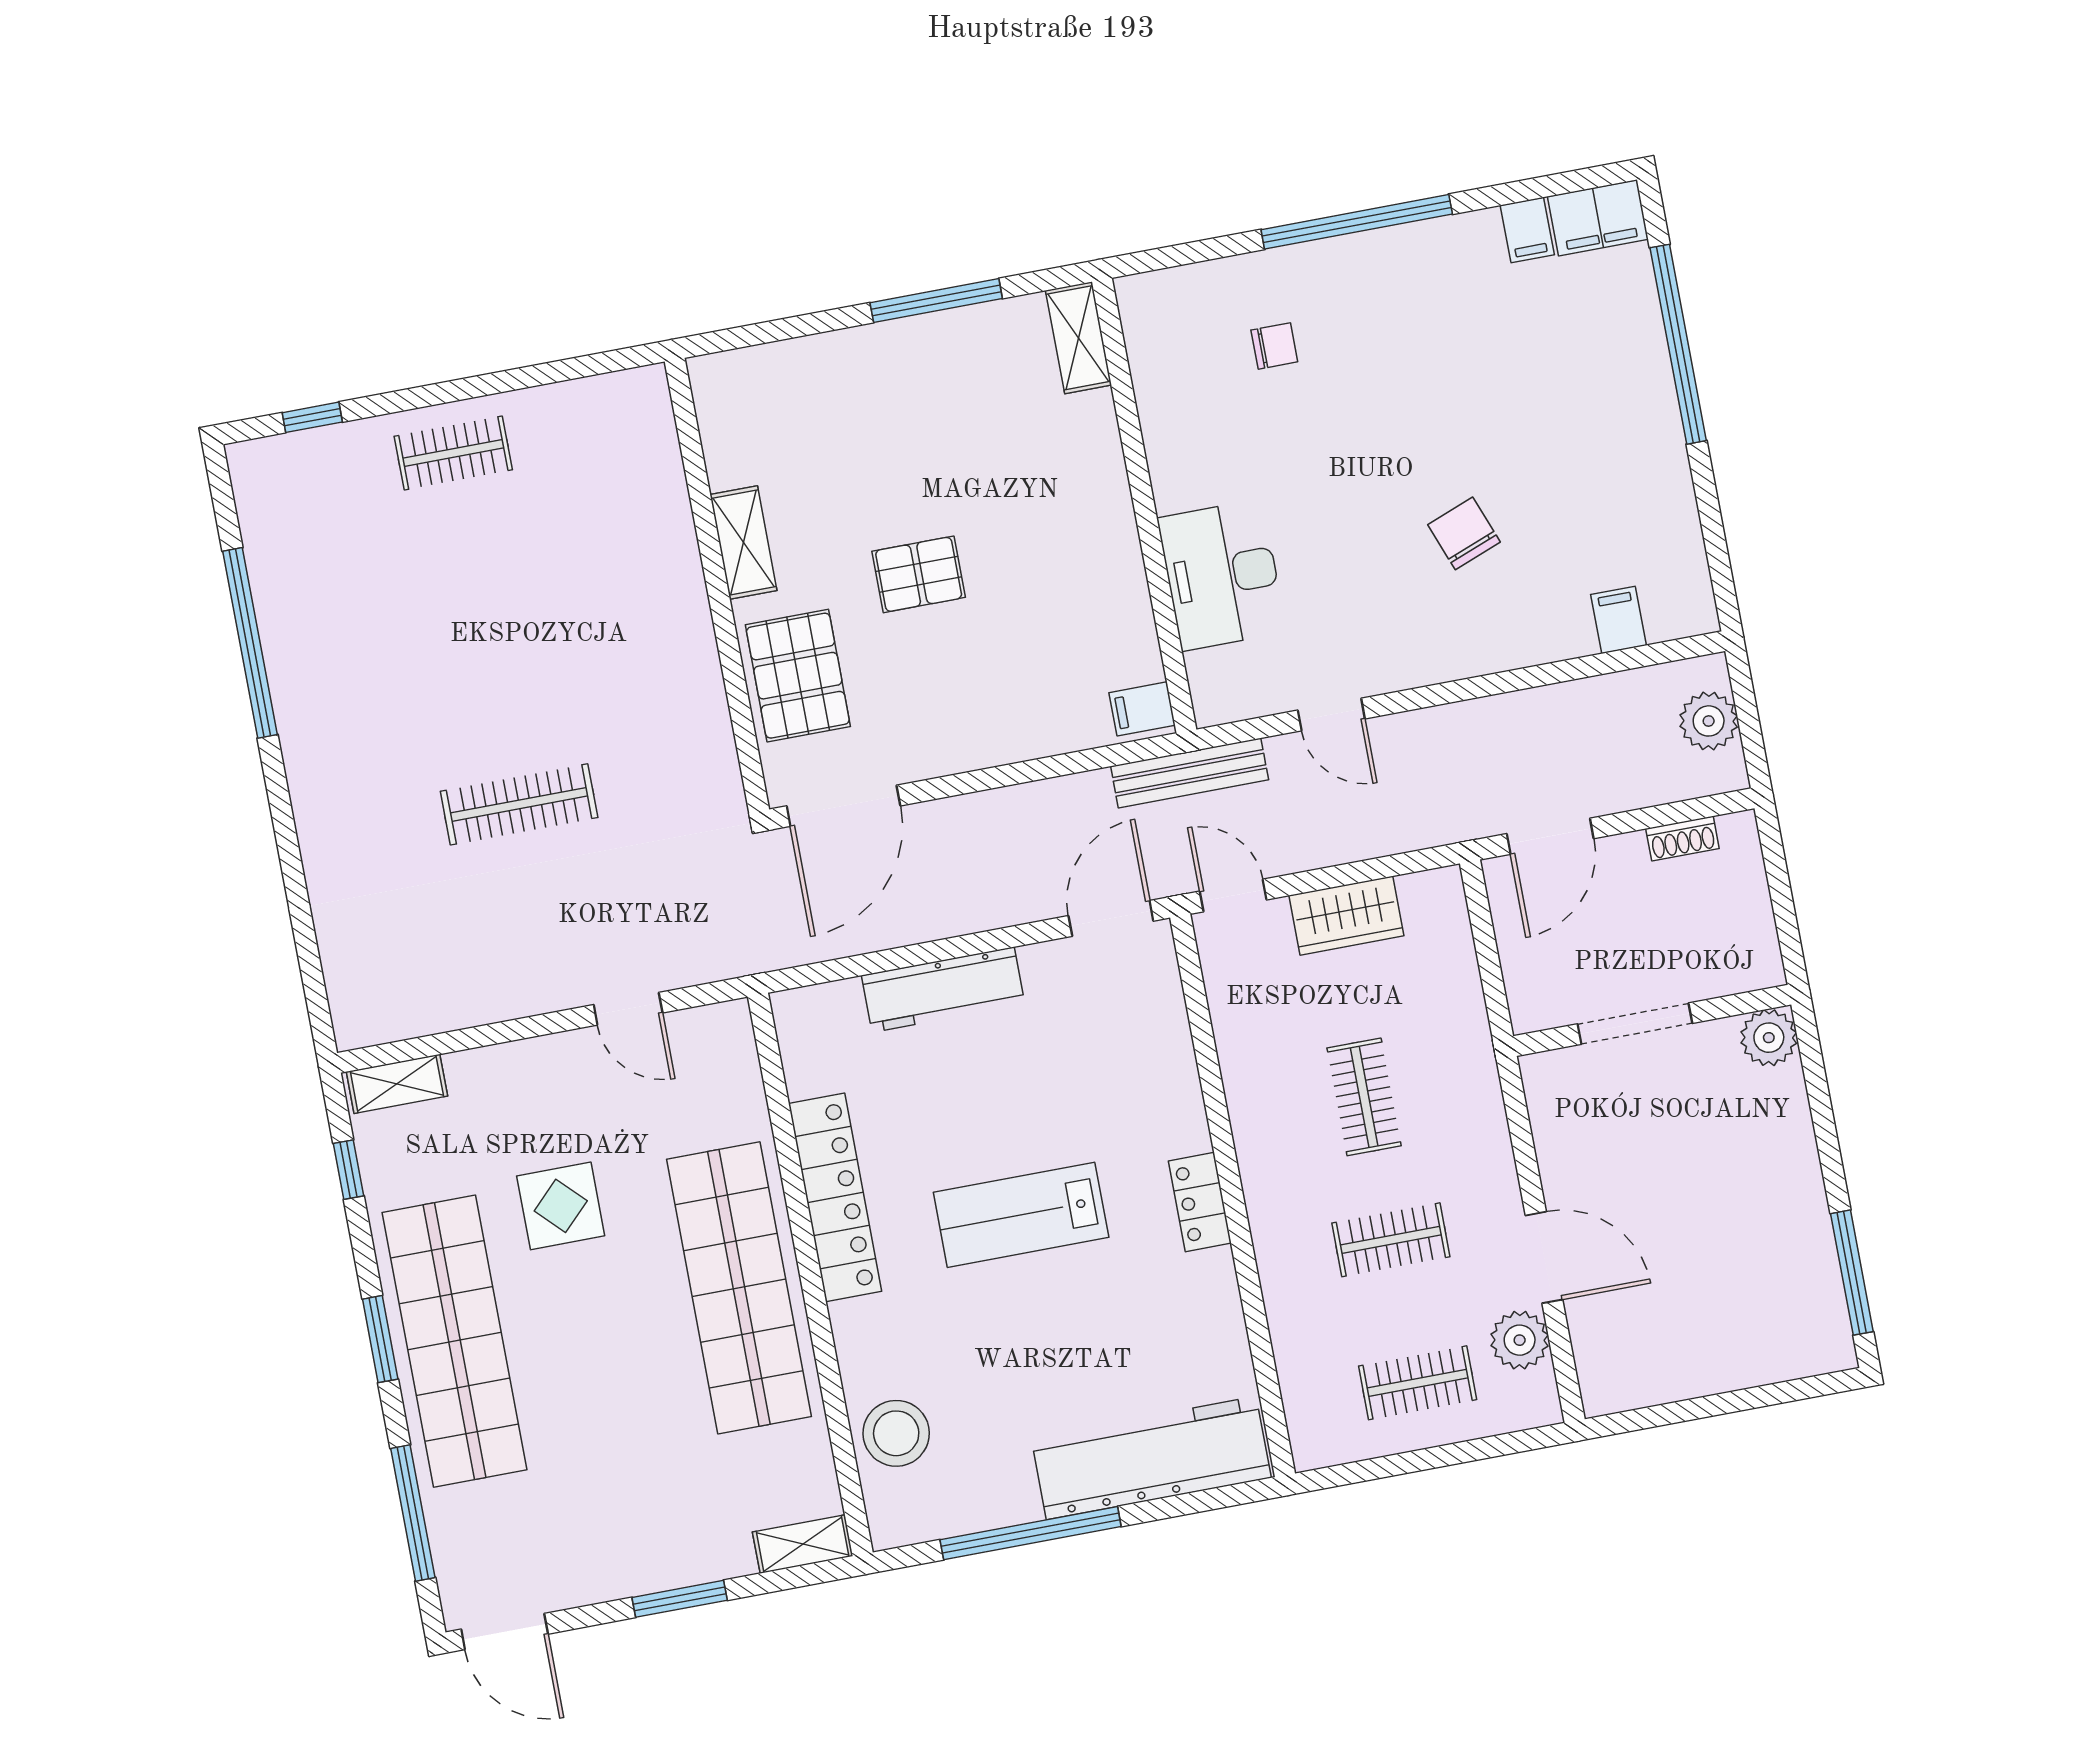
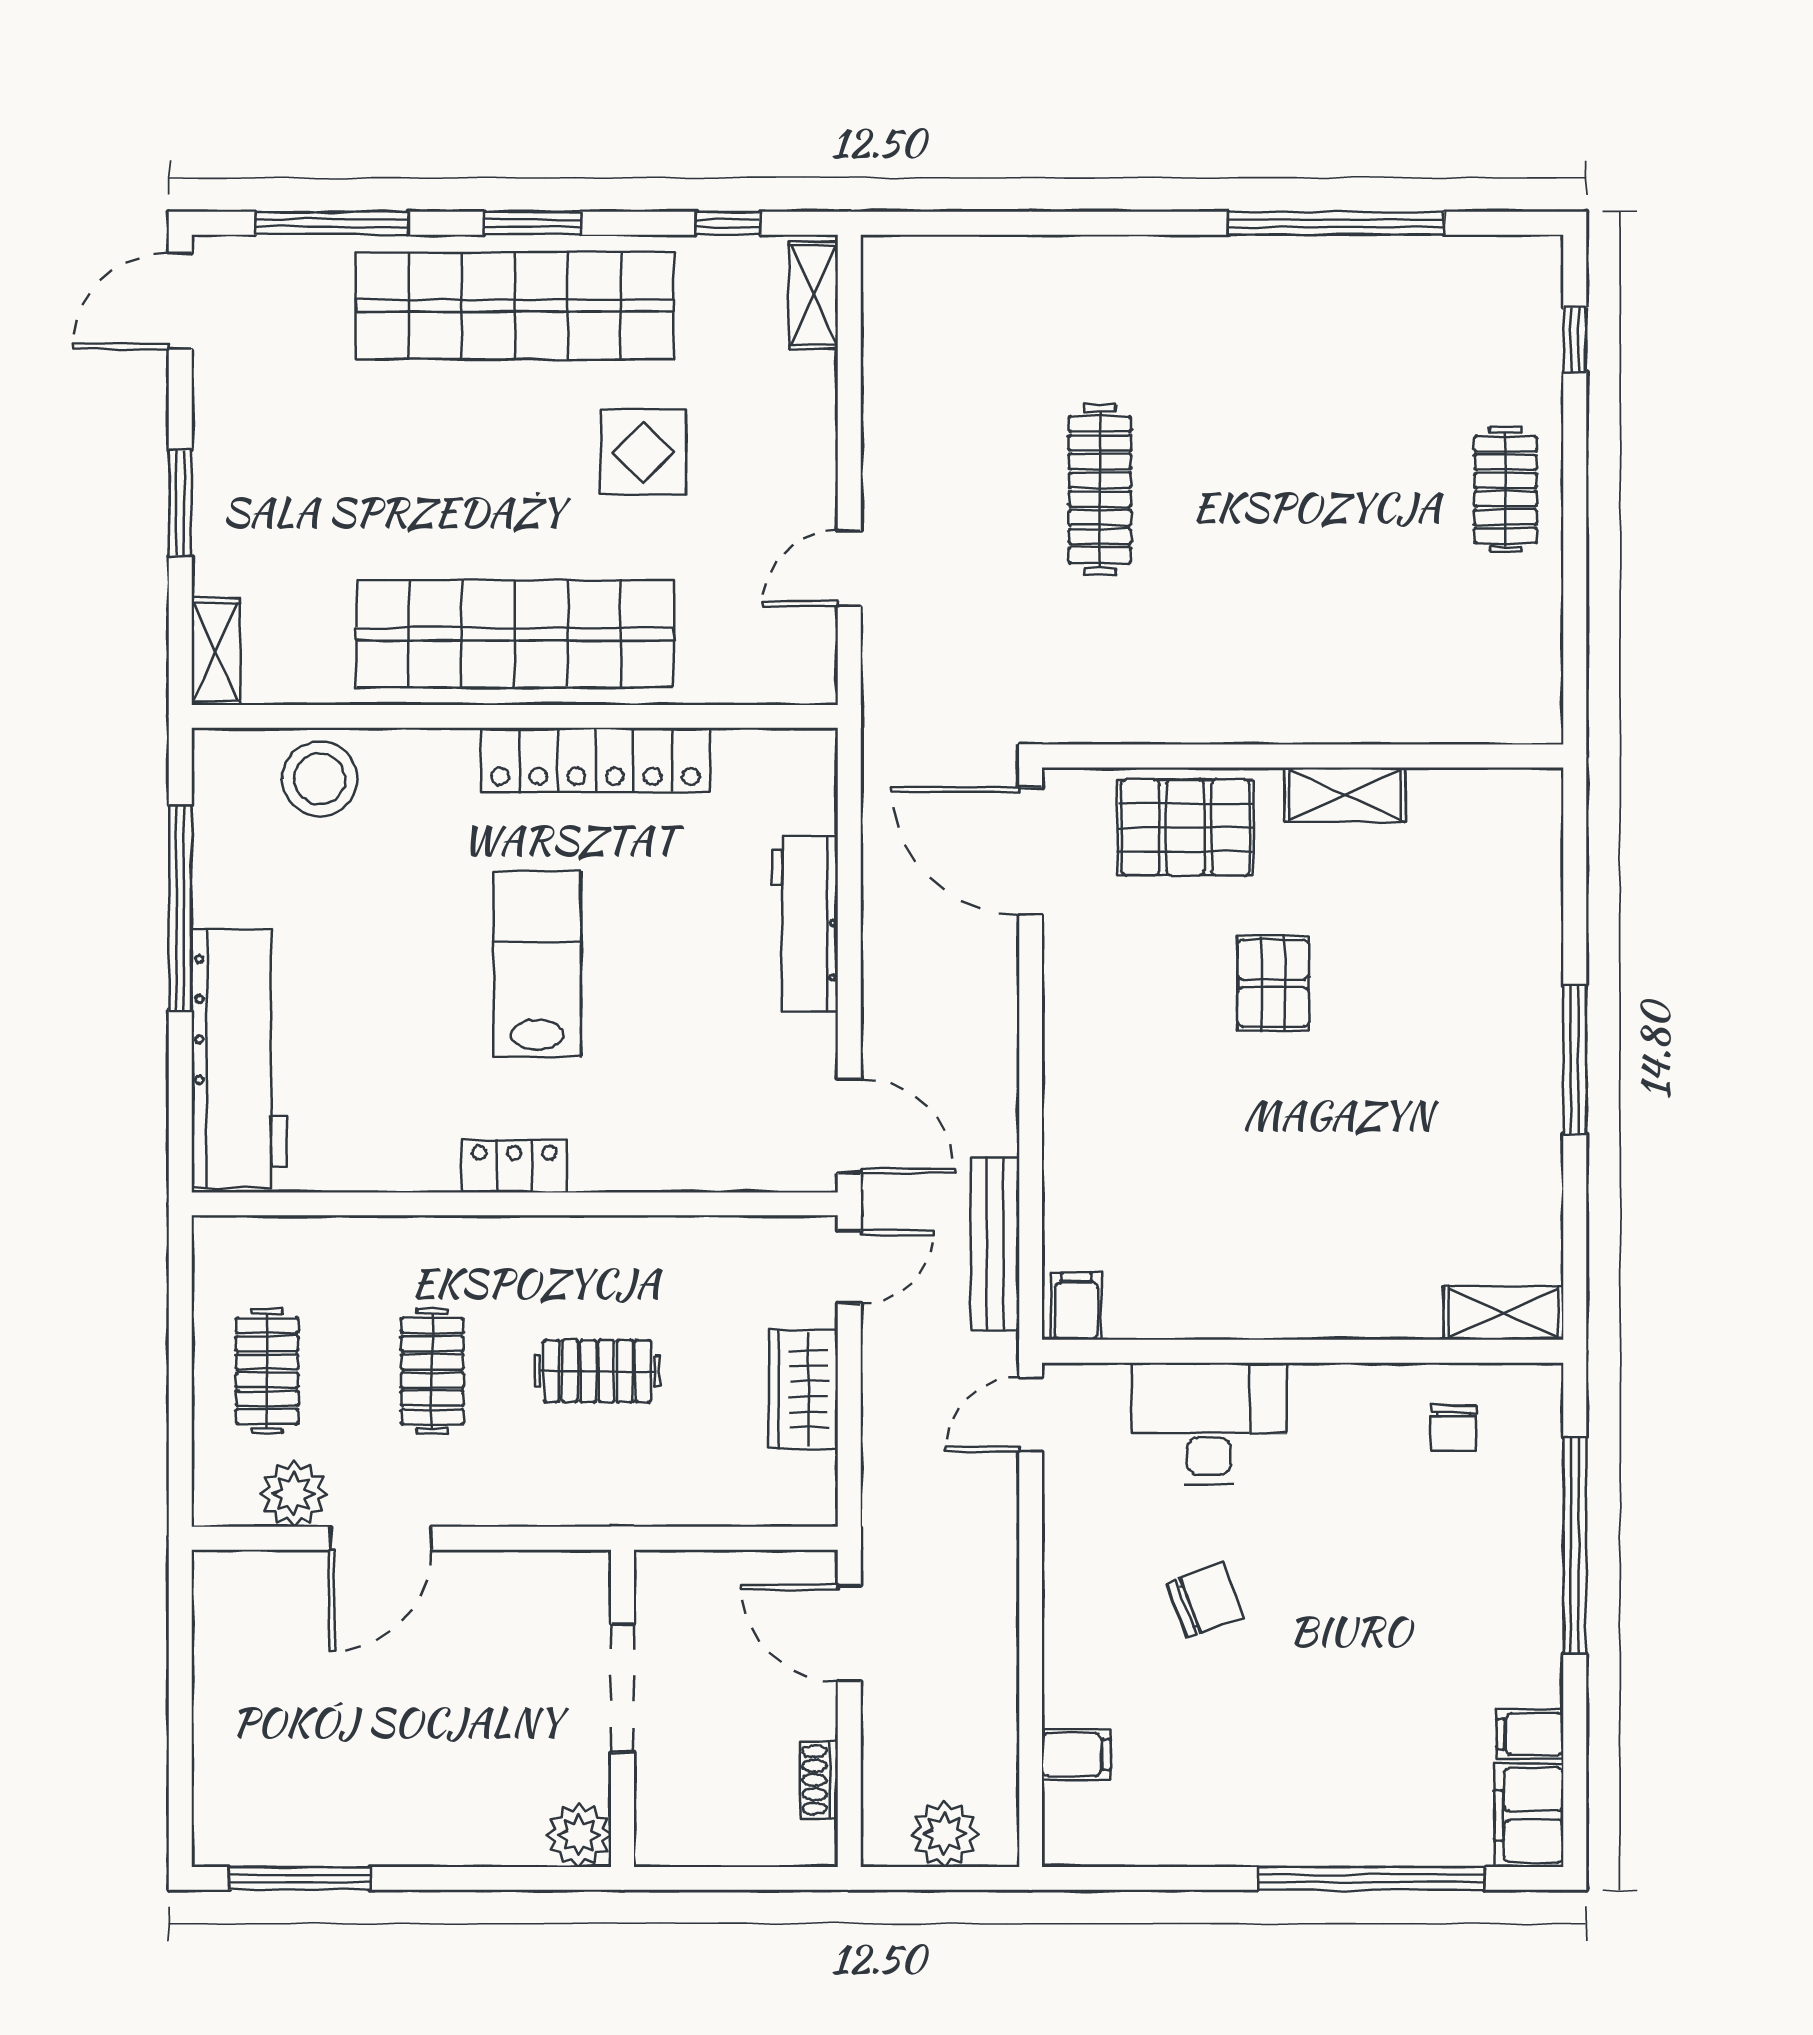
shelving: (1078, 338) -> (1504, 1313), moved
wall: (1144, 506) -> (1303, 1351), moved
desk: (1222, 575) -> (1209, 1423), moved
filing cabinet: (1142, 709) -> (1076, 1306), moved

